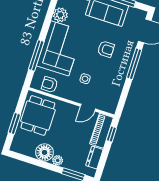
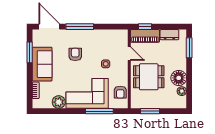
dining table: (38, 116) -> (149, 77), moved
window: (14, 123) -> (150, 111), moved
plant: (58, 160) -> (182, 91), moved

